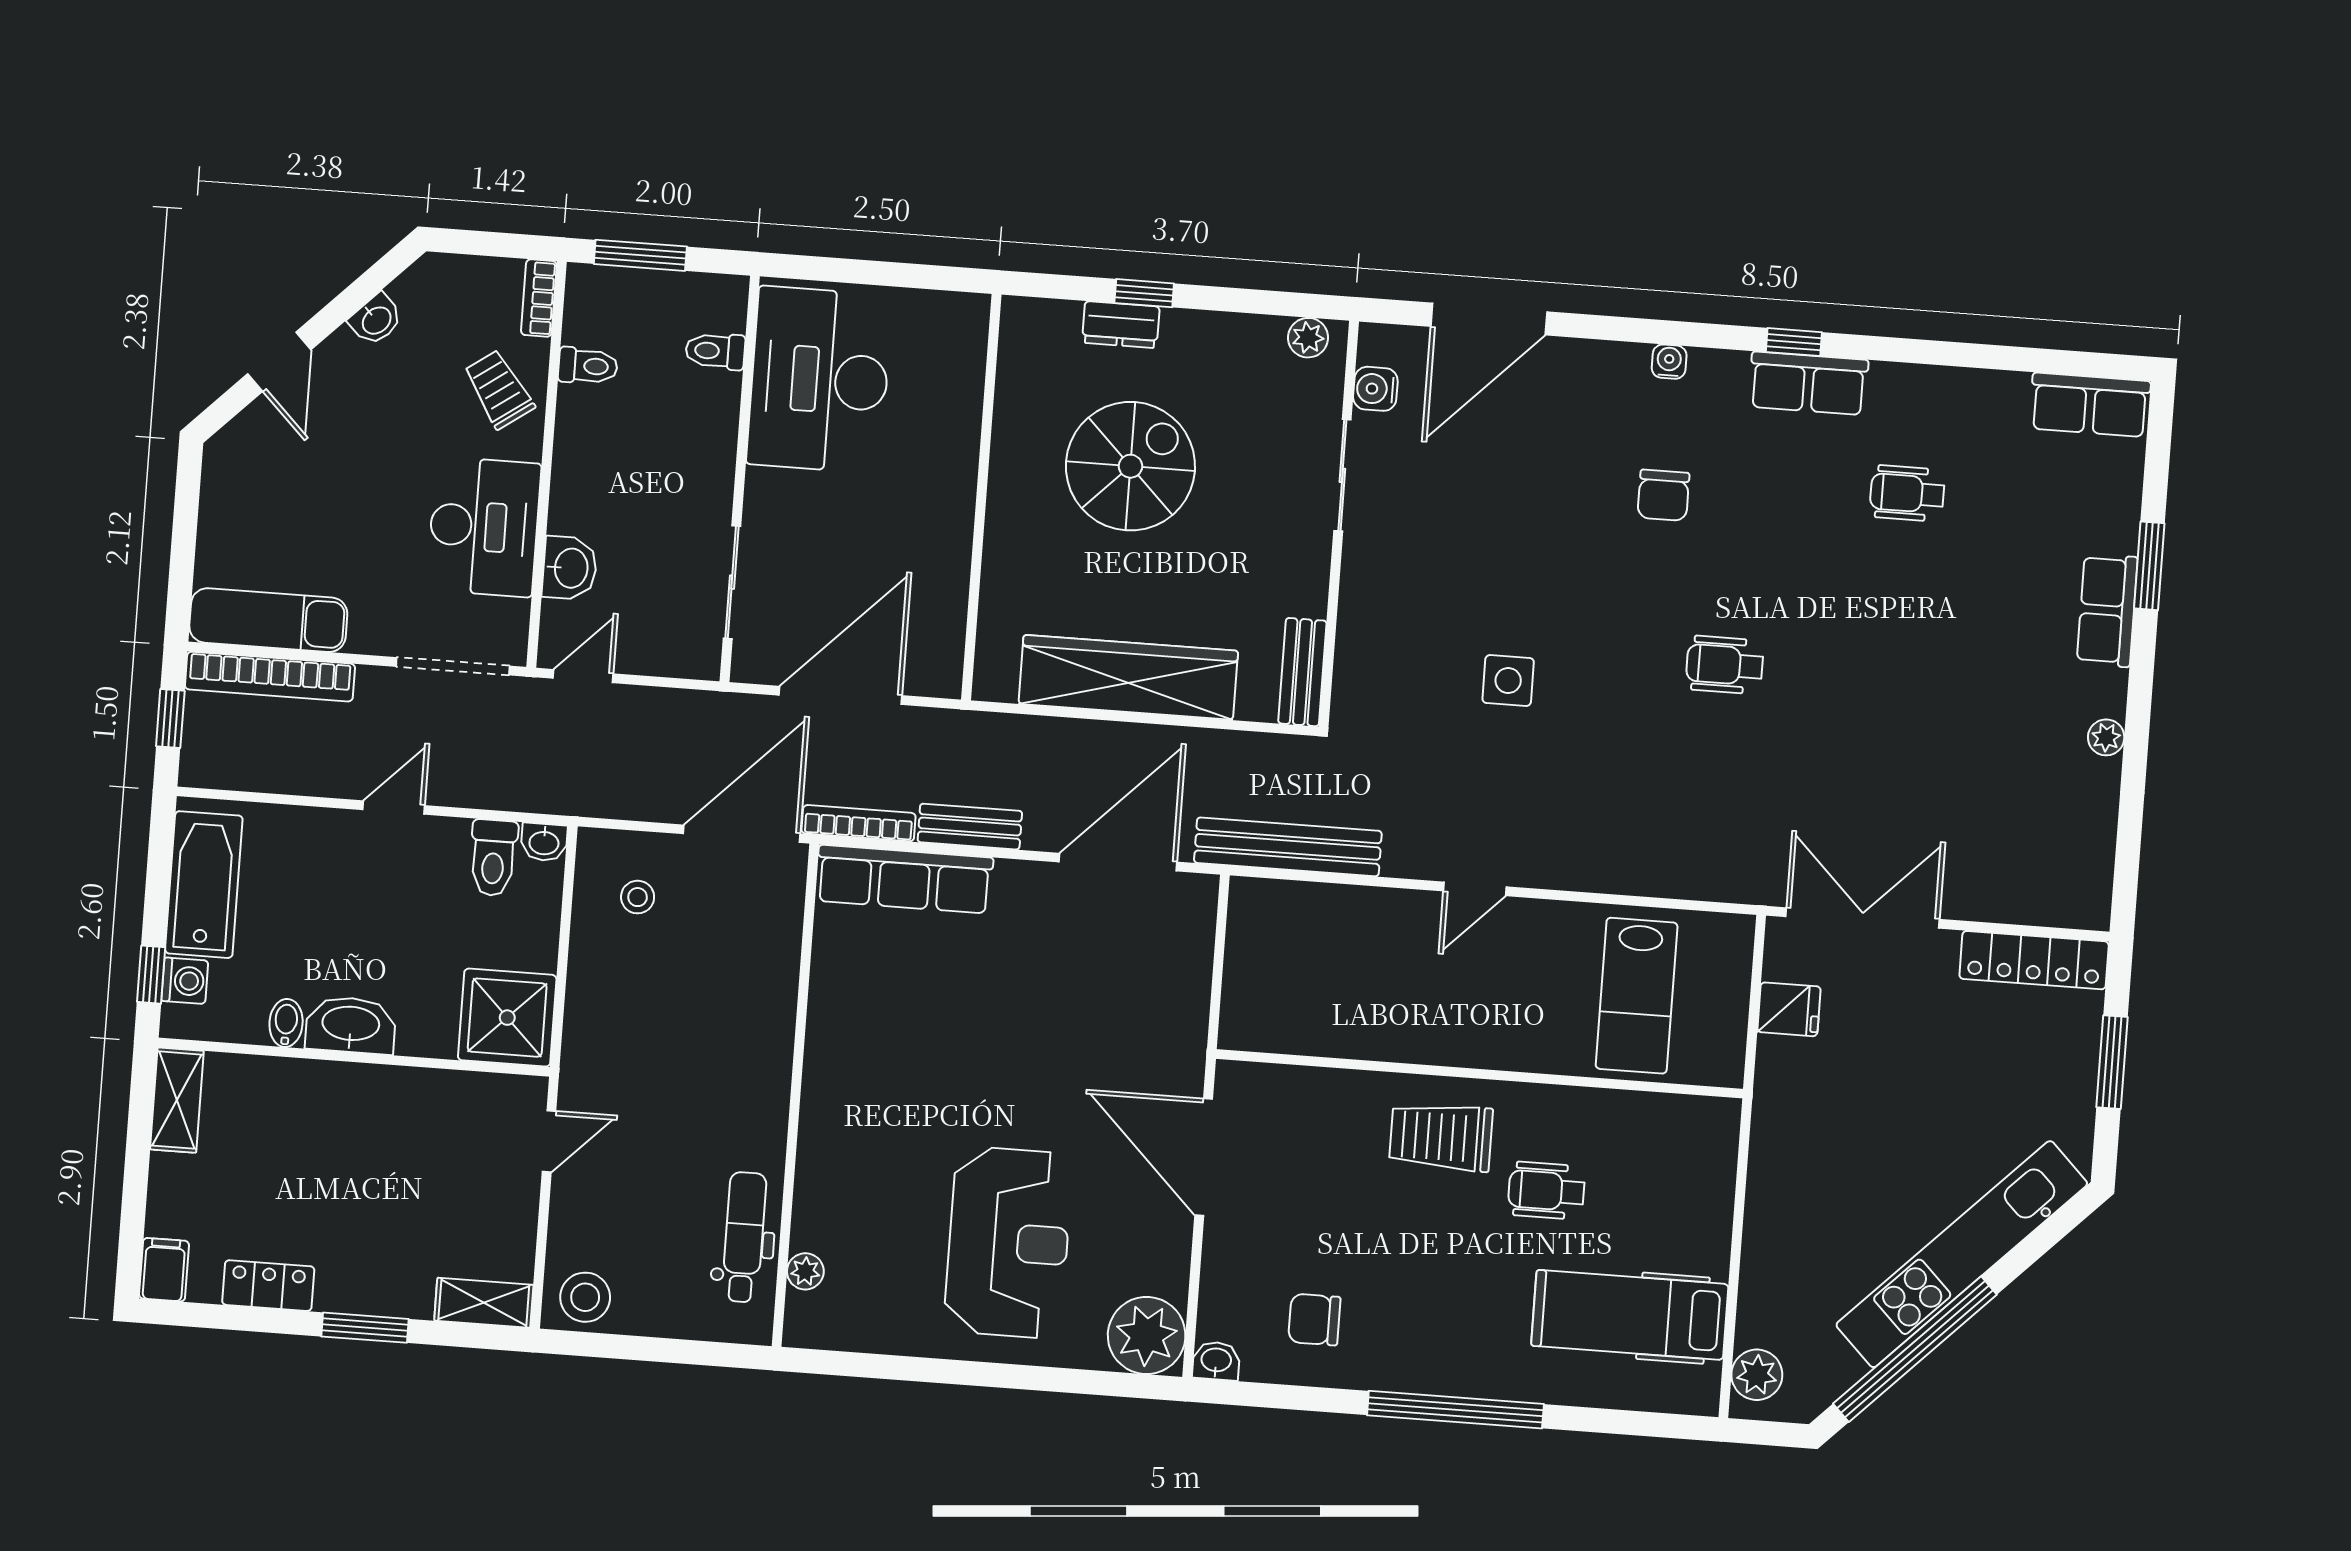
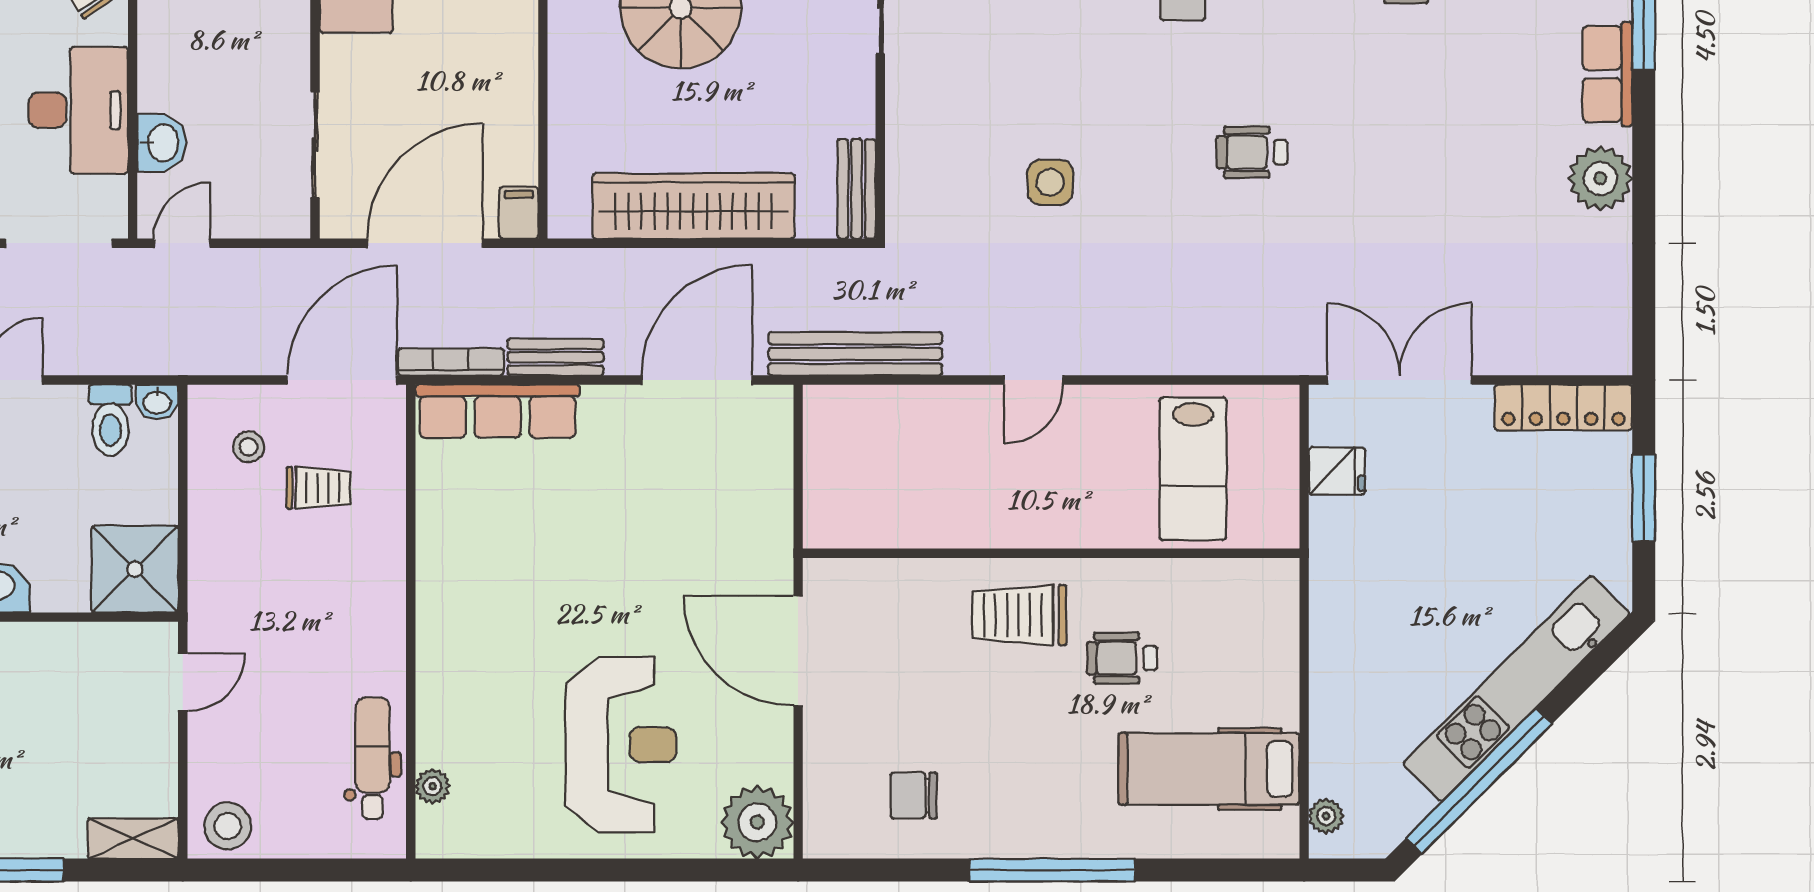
filing cabinet: (943, 670) -> (519, 213), added
plant: (2106, 737) -> (1600, 179), width x1.87, depth x1.87
trolley: (709, 946) -> (319, 488), added
washbasin: (1216, 1361) -> (824, 841), removed
plant: (1757, 1375) -> (1326, 816), width x0.73, depth x0.73

